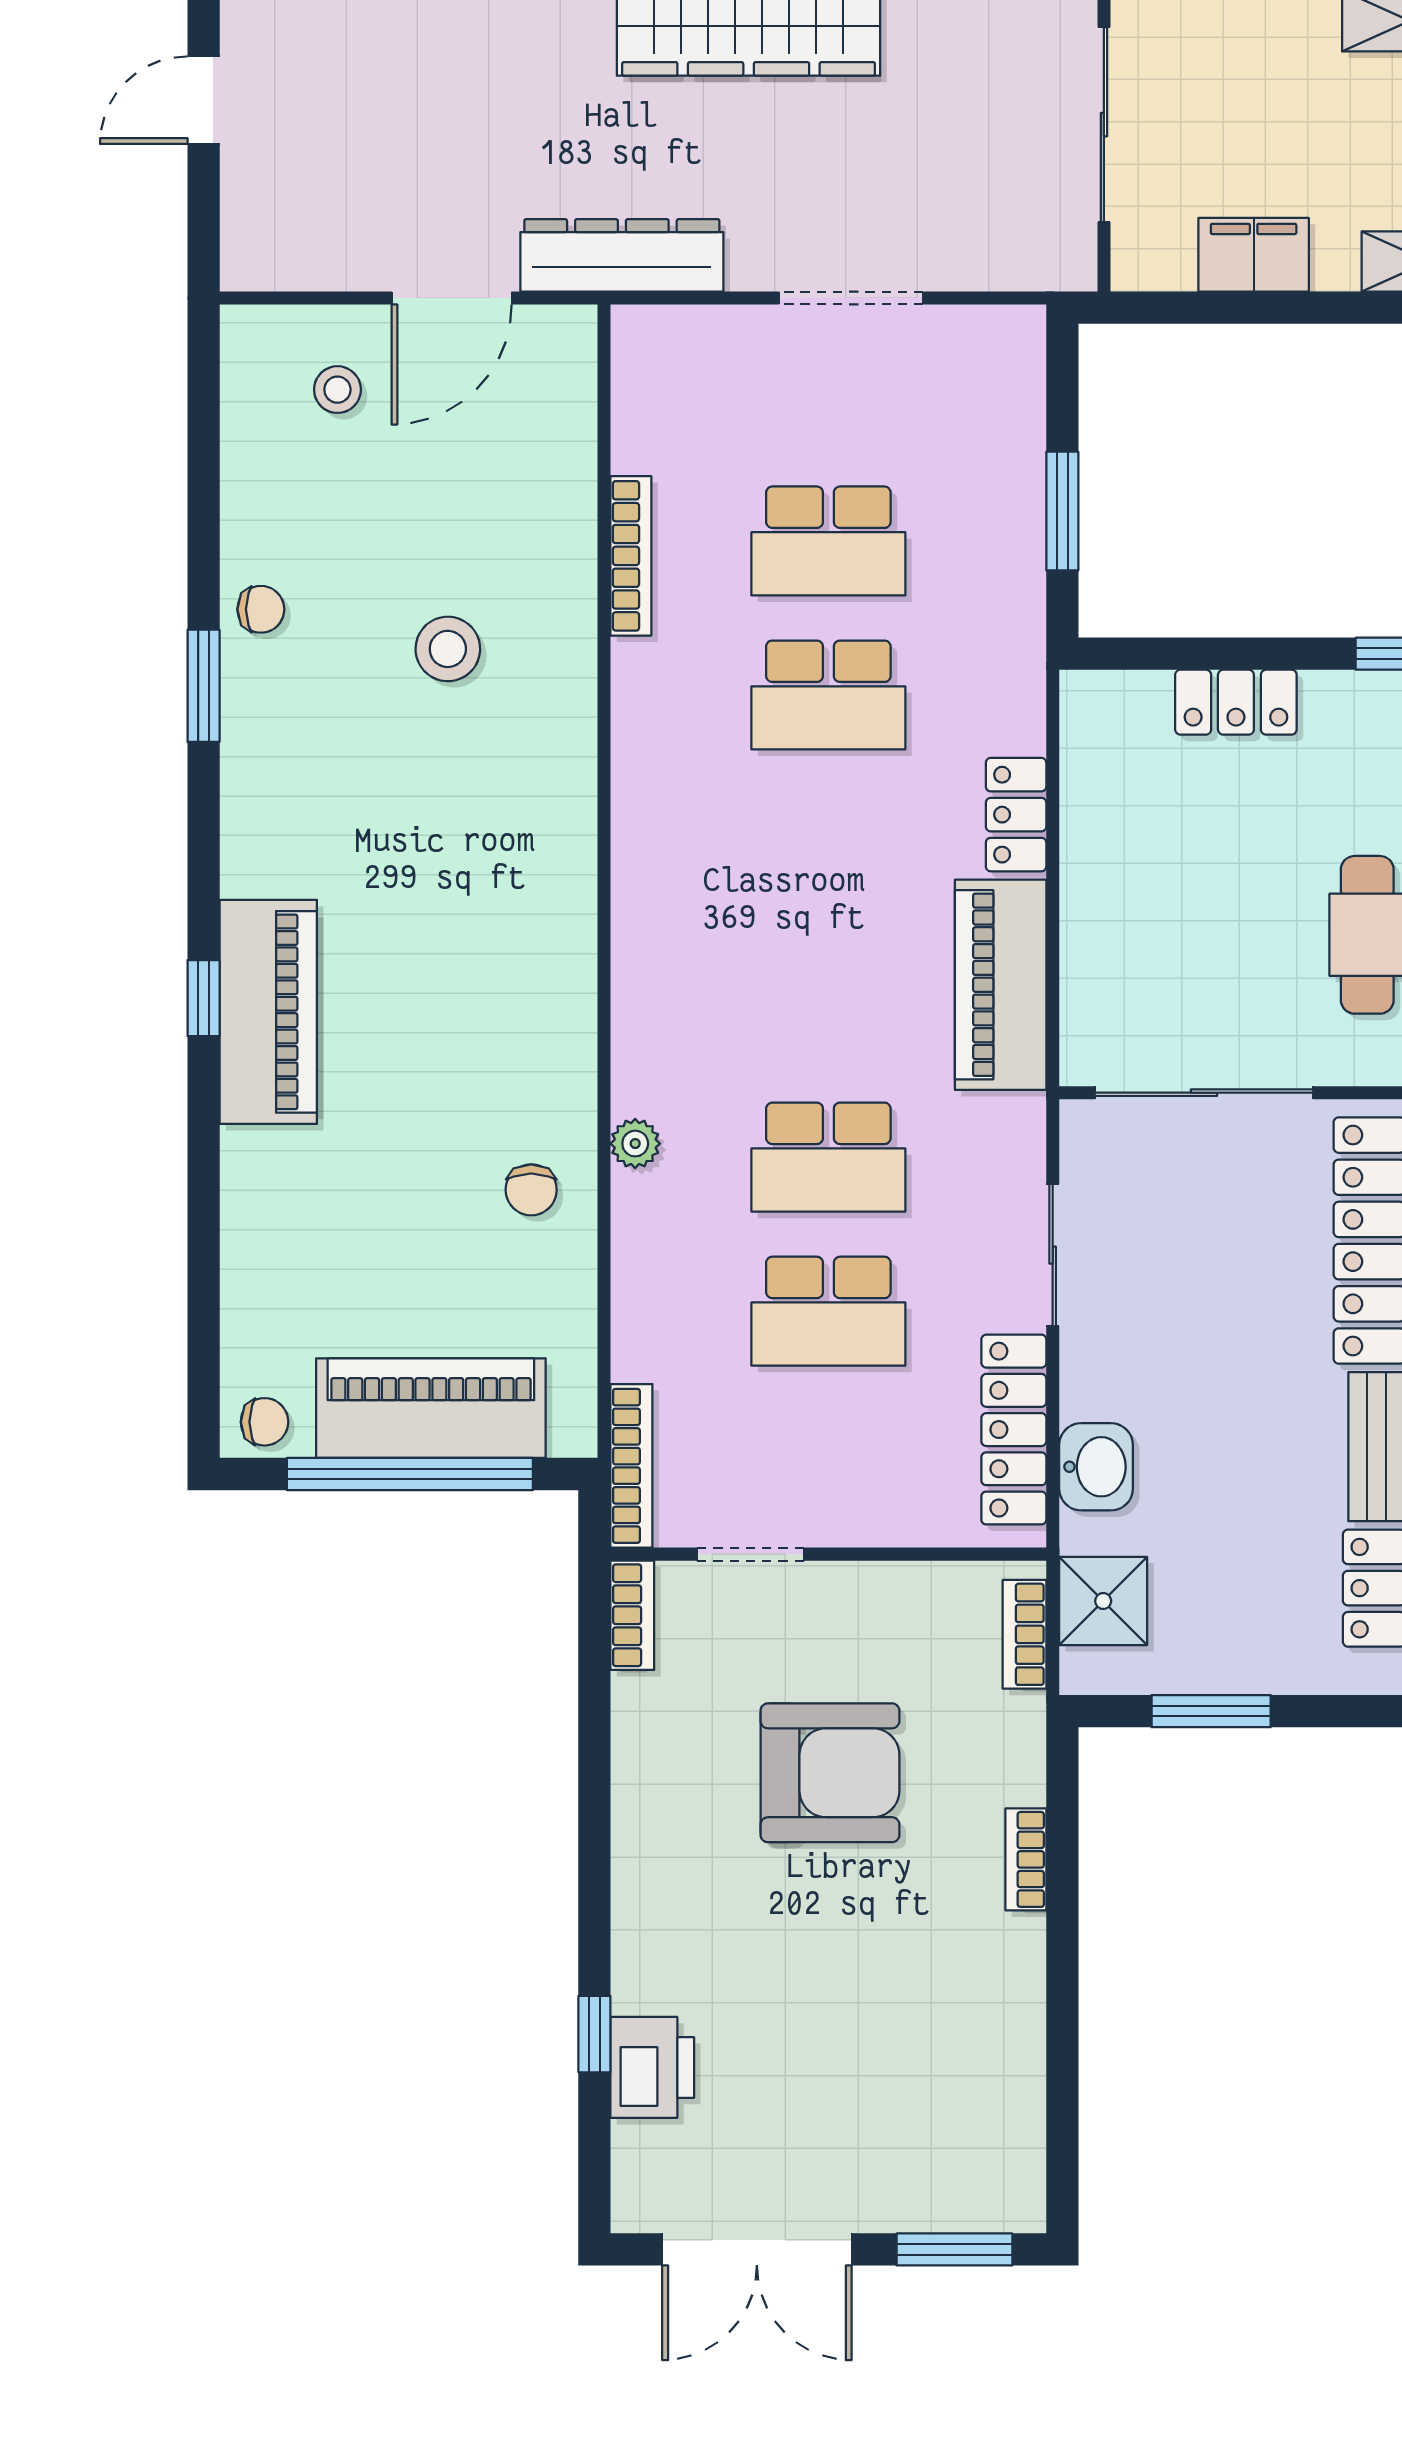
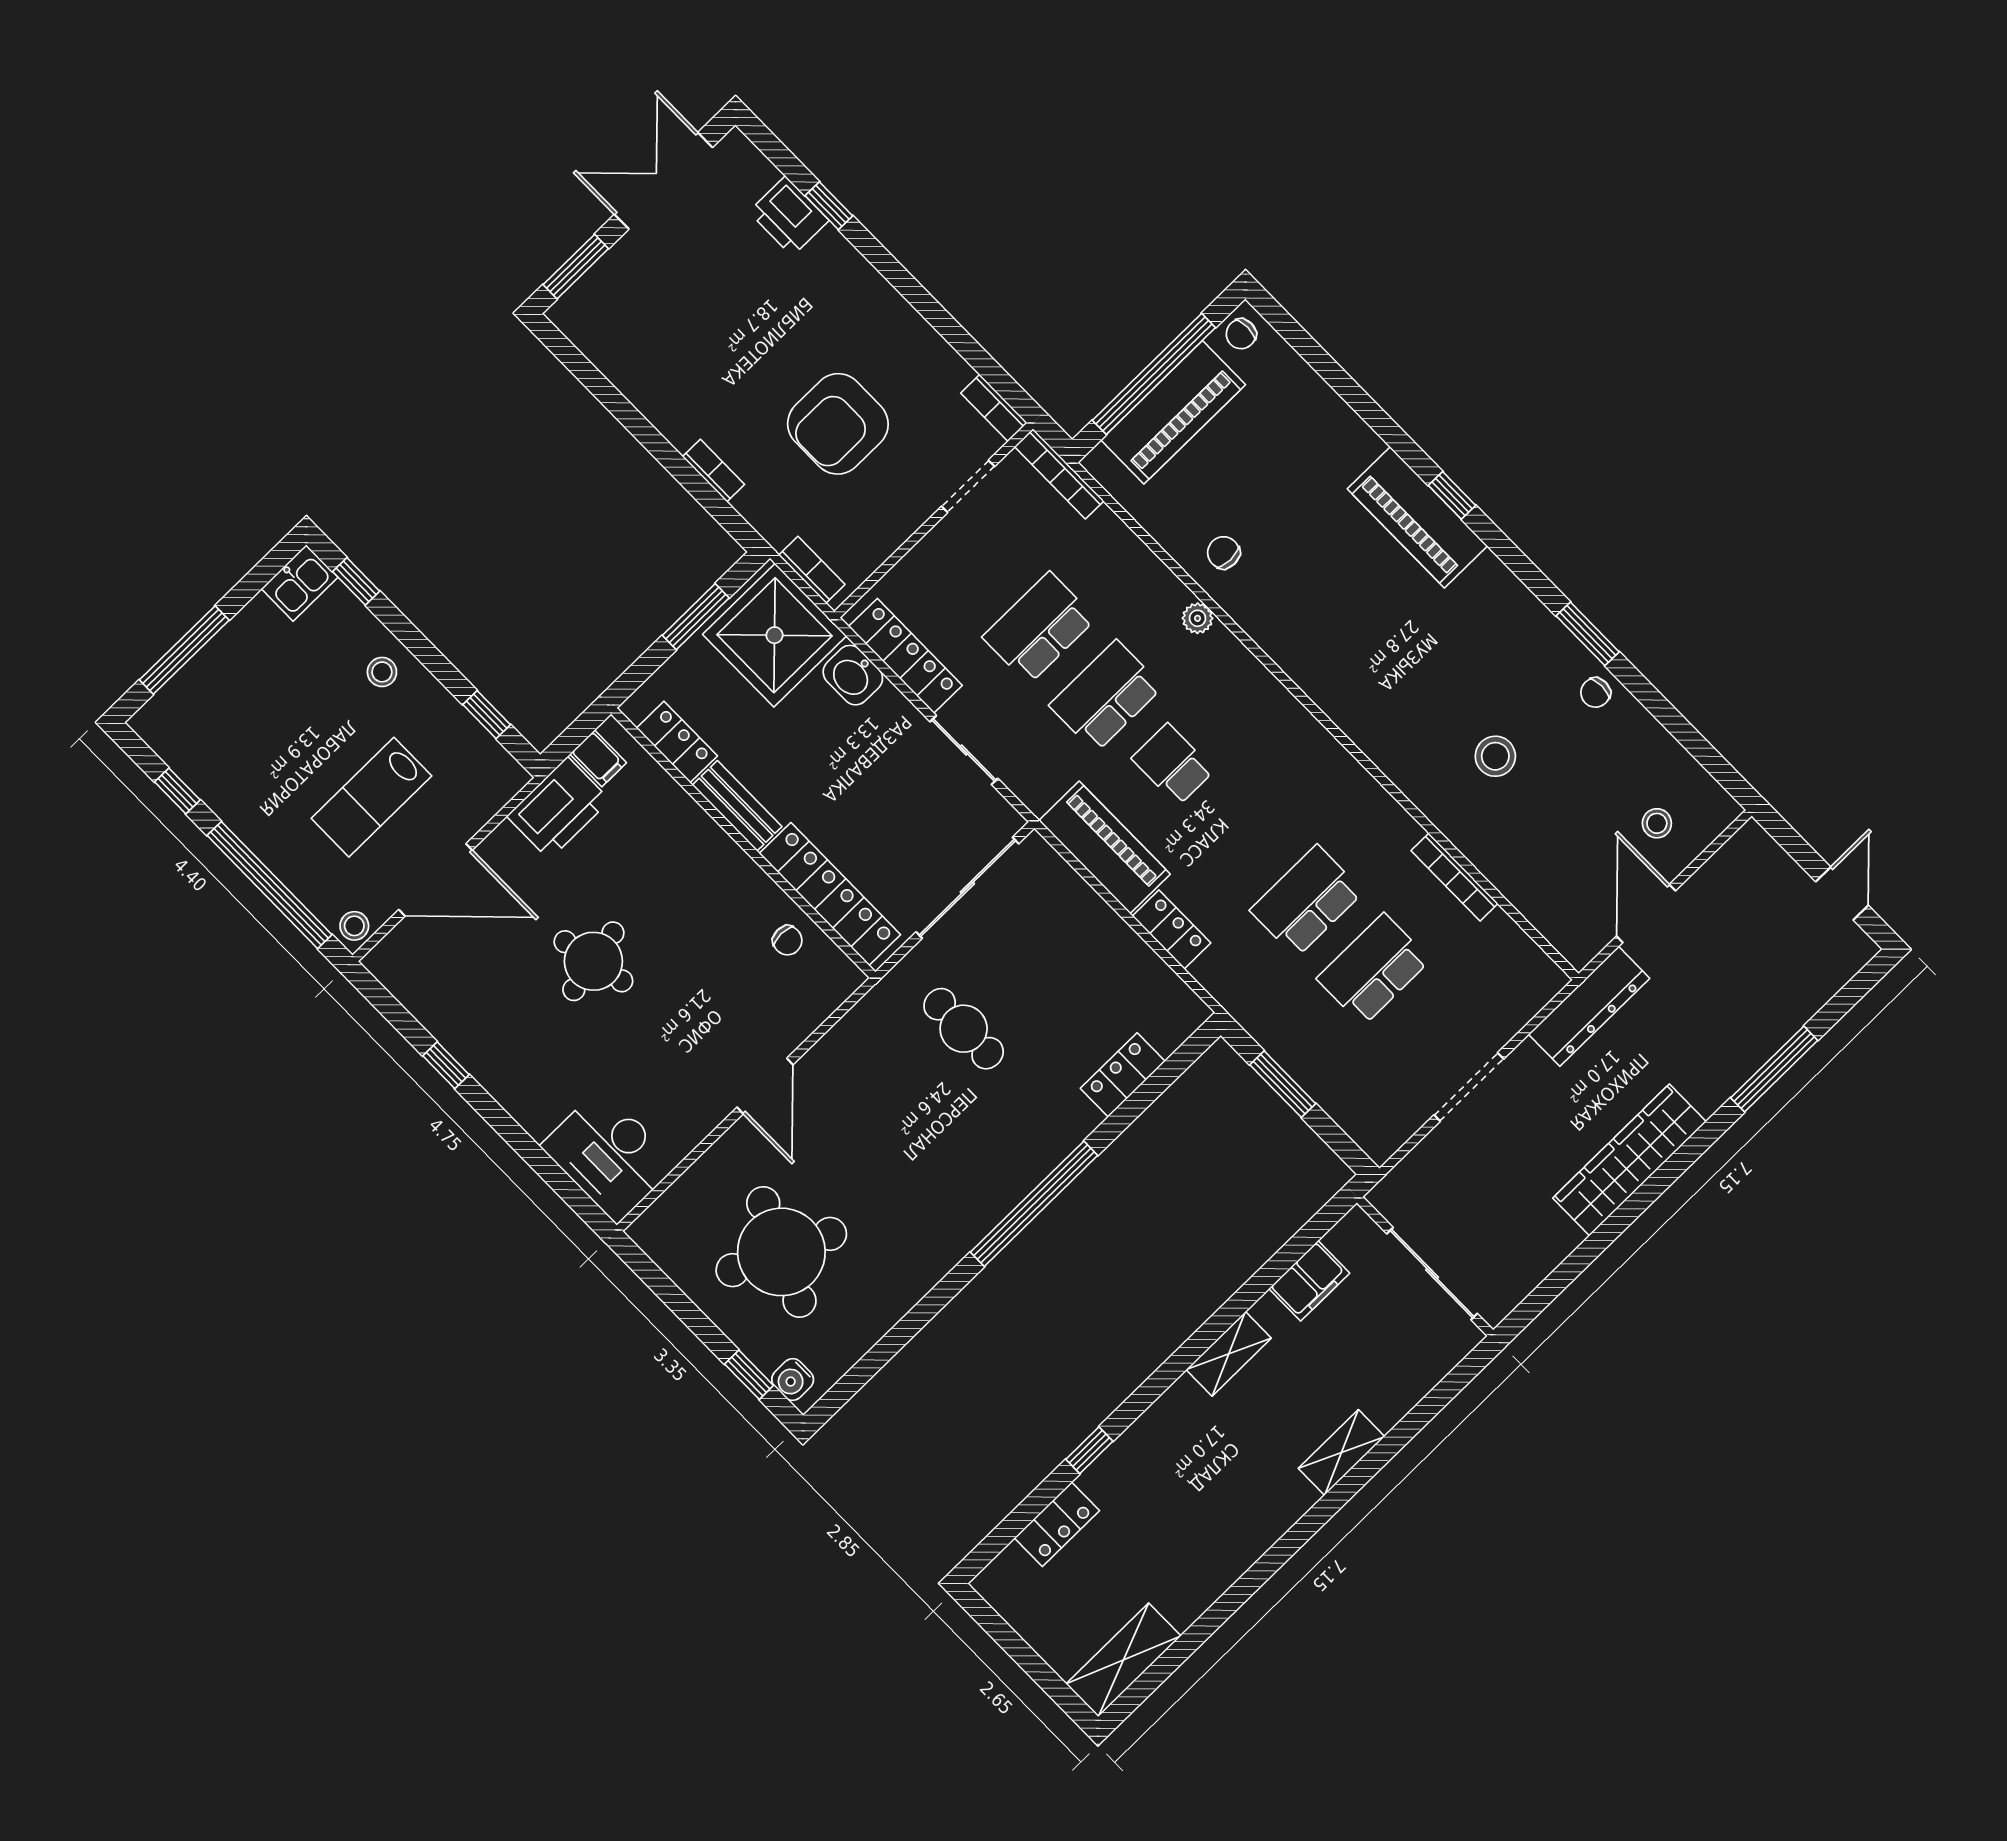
school desk: (828, 1003) -> (1173, 764), added
shower: (1103, 1601) -> (775, 635), width x1.86, depth x1.86

